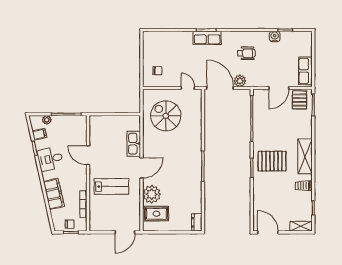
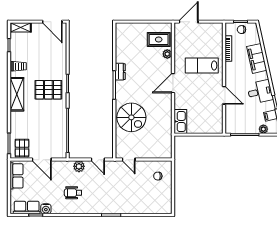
row of seats: (207, 38) -> (27, 207), moved
door: (220, 88) -> (98, 160), width x0.53
door: (279, 88) -> (42, 160), swing flipped
spiral stairs: (166, 116) -> (131, 117), moved
kitchen sink: (134, 144) -> (180, 121), moved
plant: (152, 194) -> (167, 54), width x0.53, depth x0.53
dresser: (197, 222) -> (120, 72), moved

